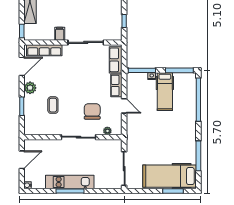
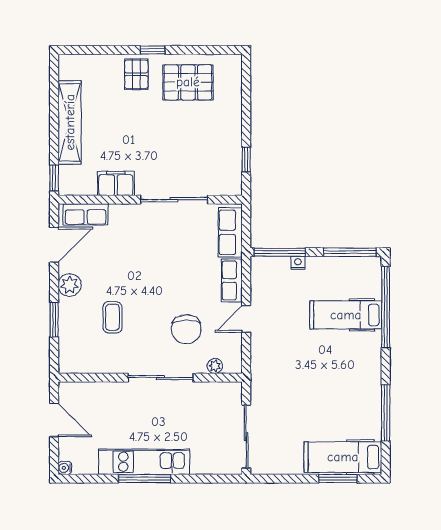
filing cabinet: (60, 34) -> (116, 183), width x2.00
row of seats: (44, 50) -> (86, 214), width x0.68
hospital bed: (165, 92) -> (346, 315), moved, turned 90
door: (124, 106) -> (246, 319), swing flipped
chair: (92, 111) -> (186, 329), turned 180
door: (22, 160) -> (54, 420), hinge flipped
hospital bed: (170, 176) -> (343, 457), width x0.73, depth x0.78

